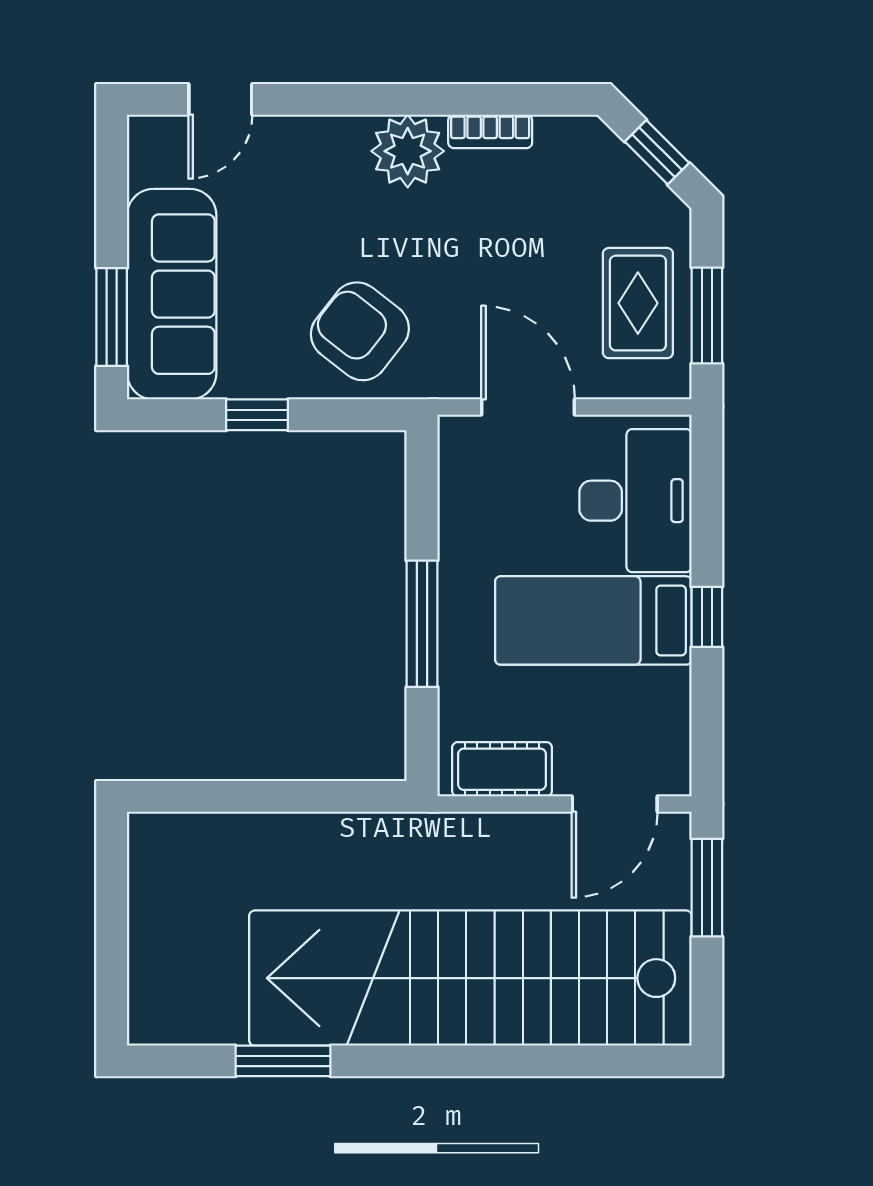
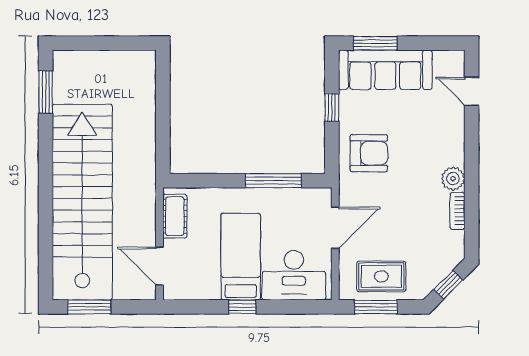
plant: (408, 151) -> (453, 179), width x0.73, depth x0.73
armchair: (360, 331) -> (369, 153), turned 52
window: (422, 624) -> (273, 181), moved
window: (707, 888) -> (89, 307), moved
window: (283, 1061) -> (46, 92), moved

